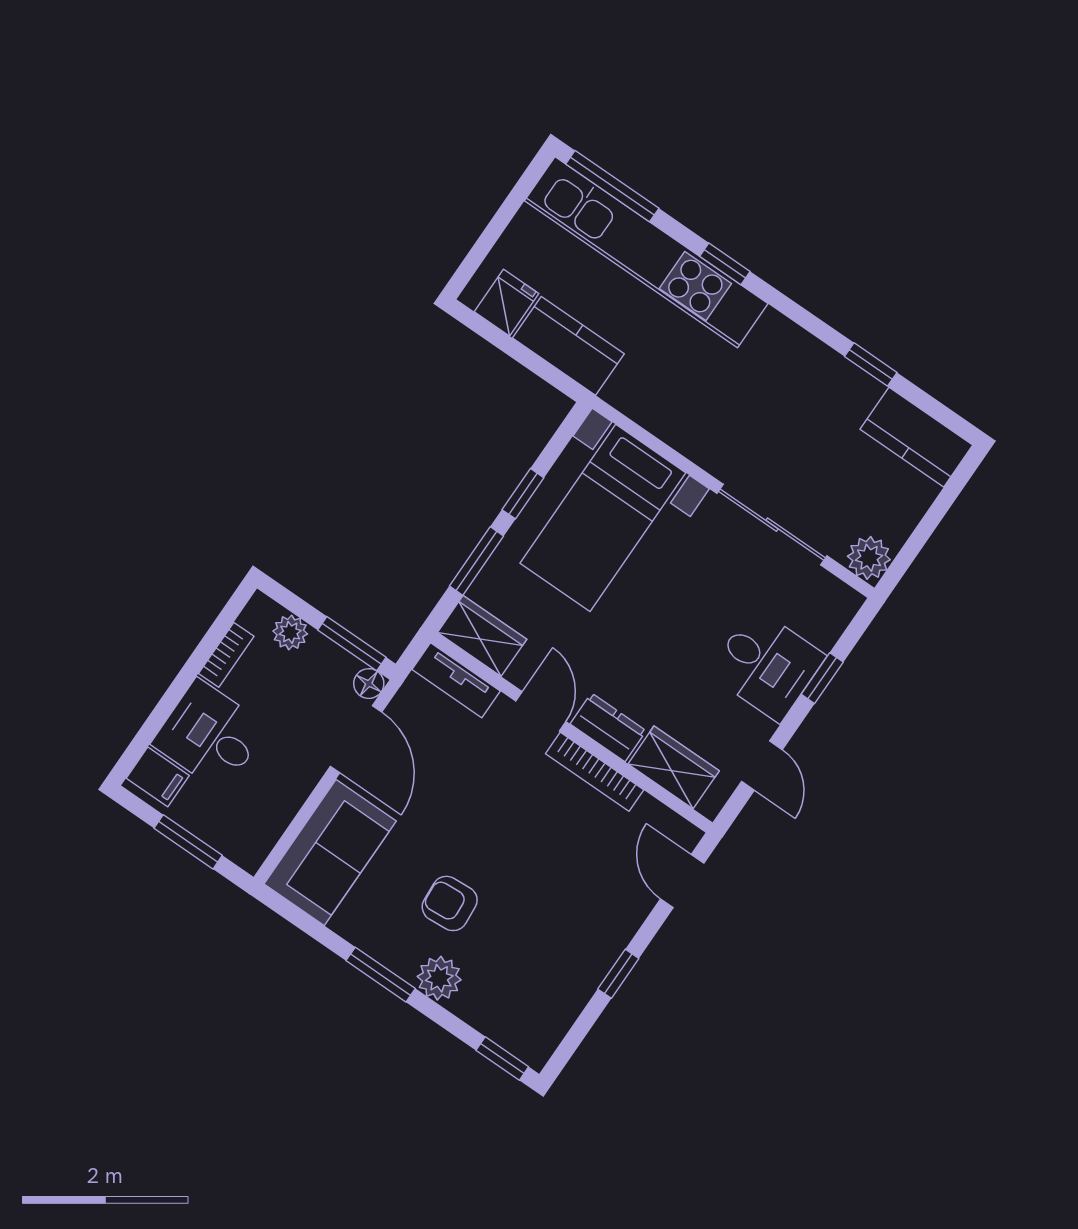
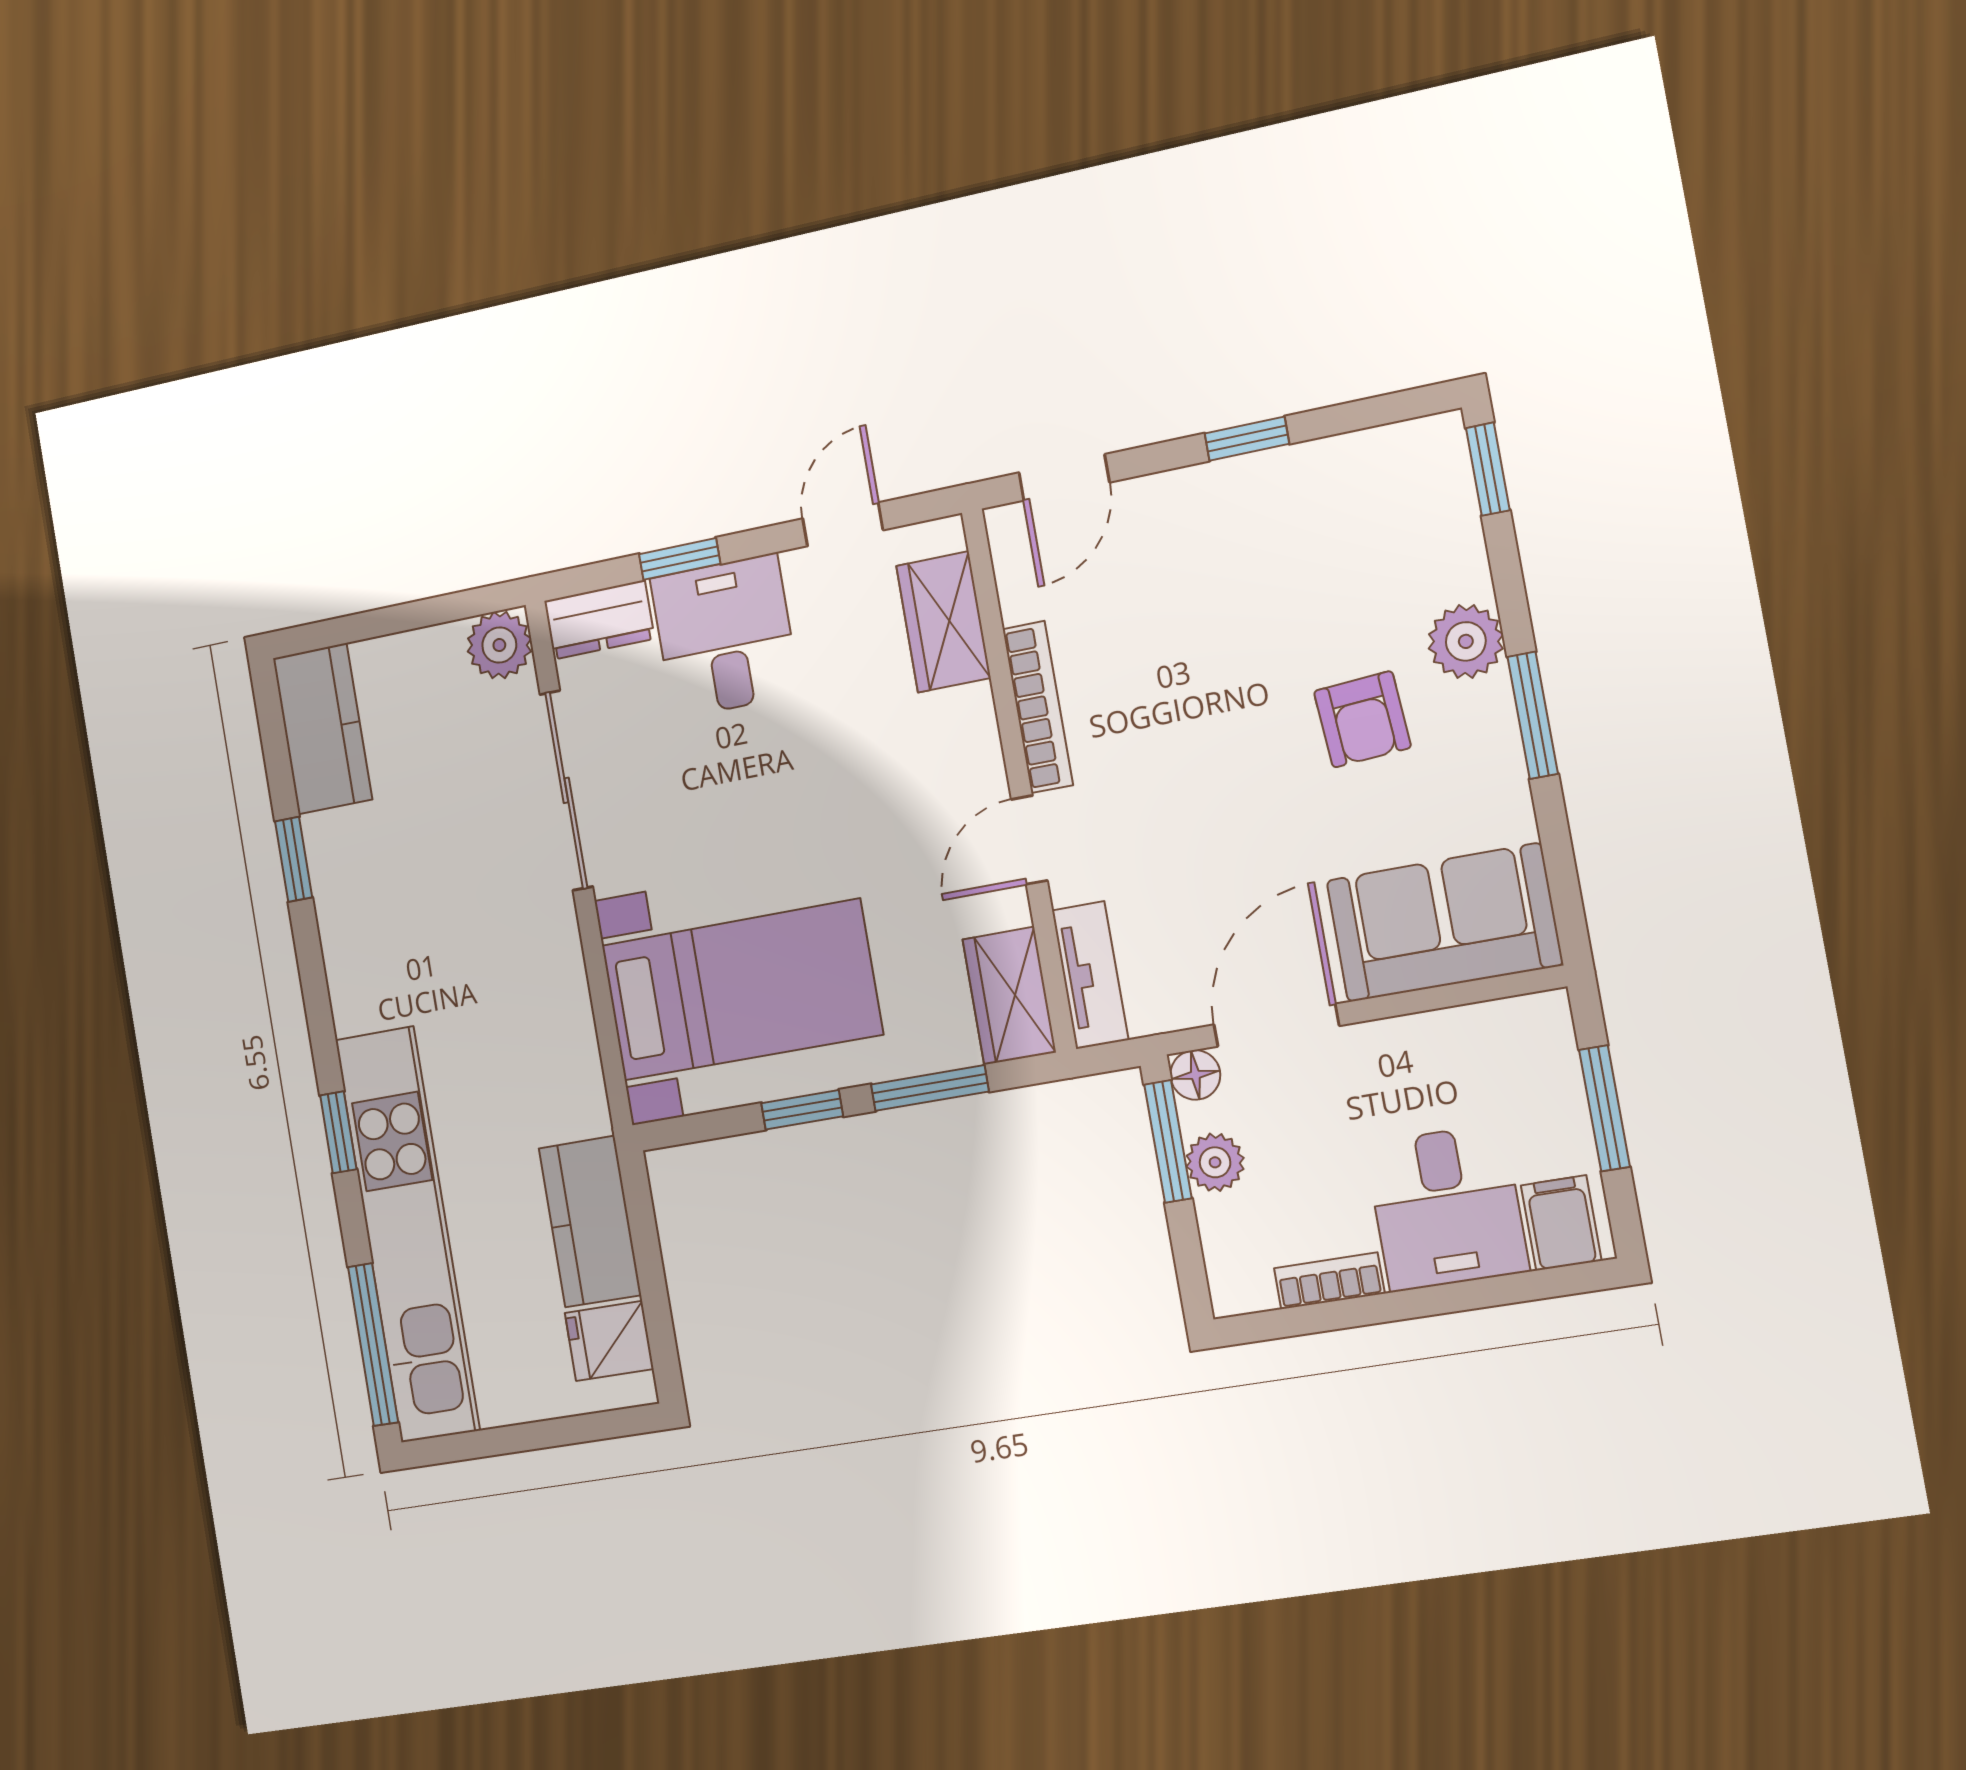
plant: (290, 632) -> (1215, 1162), moved
dresser: (608, 727) -> (599, 620), moved, turned -90

